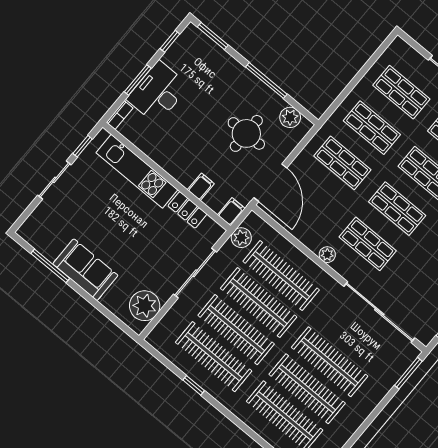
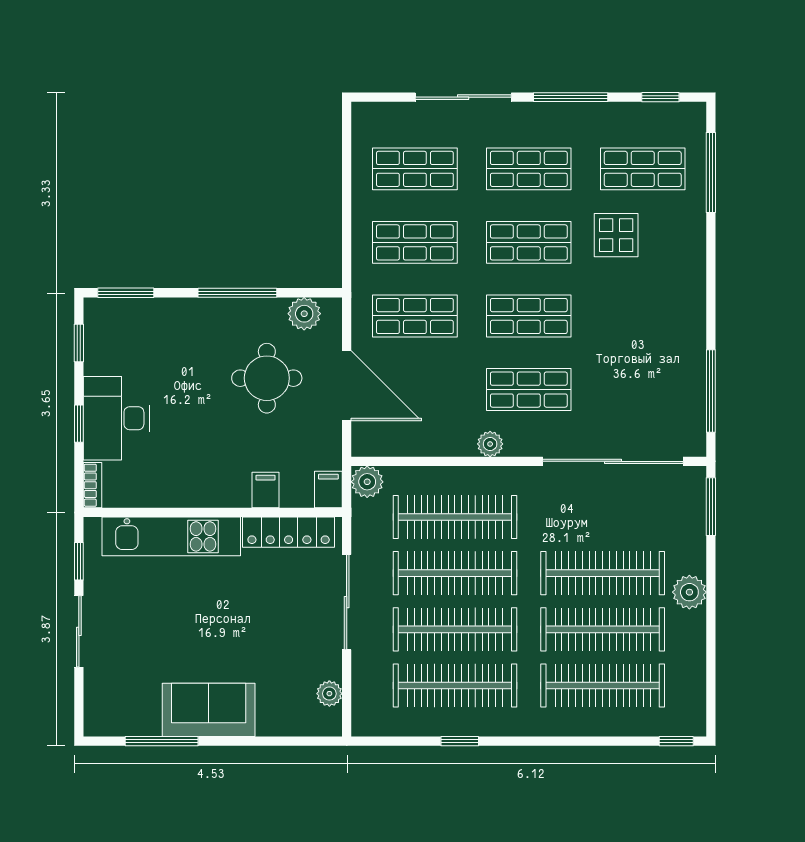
window: (138, 80) -> (79, 424), width x0.67
door: (270, 183) -> (347, 386), moved
locker: (187, 210) -> (289, 532), width x1.53
plant: (241, 238) -> (367, 482), moved
plant: (145, 306) -> (329, 694), width x0.53, depth x0.53
plant: (364, 406) -> (689, 592), added

